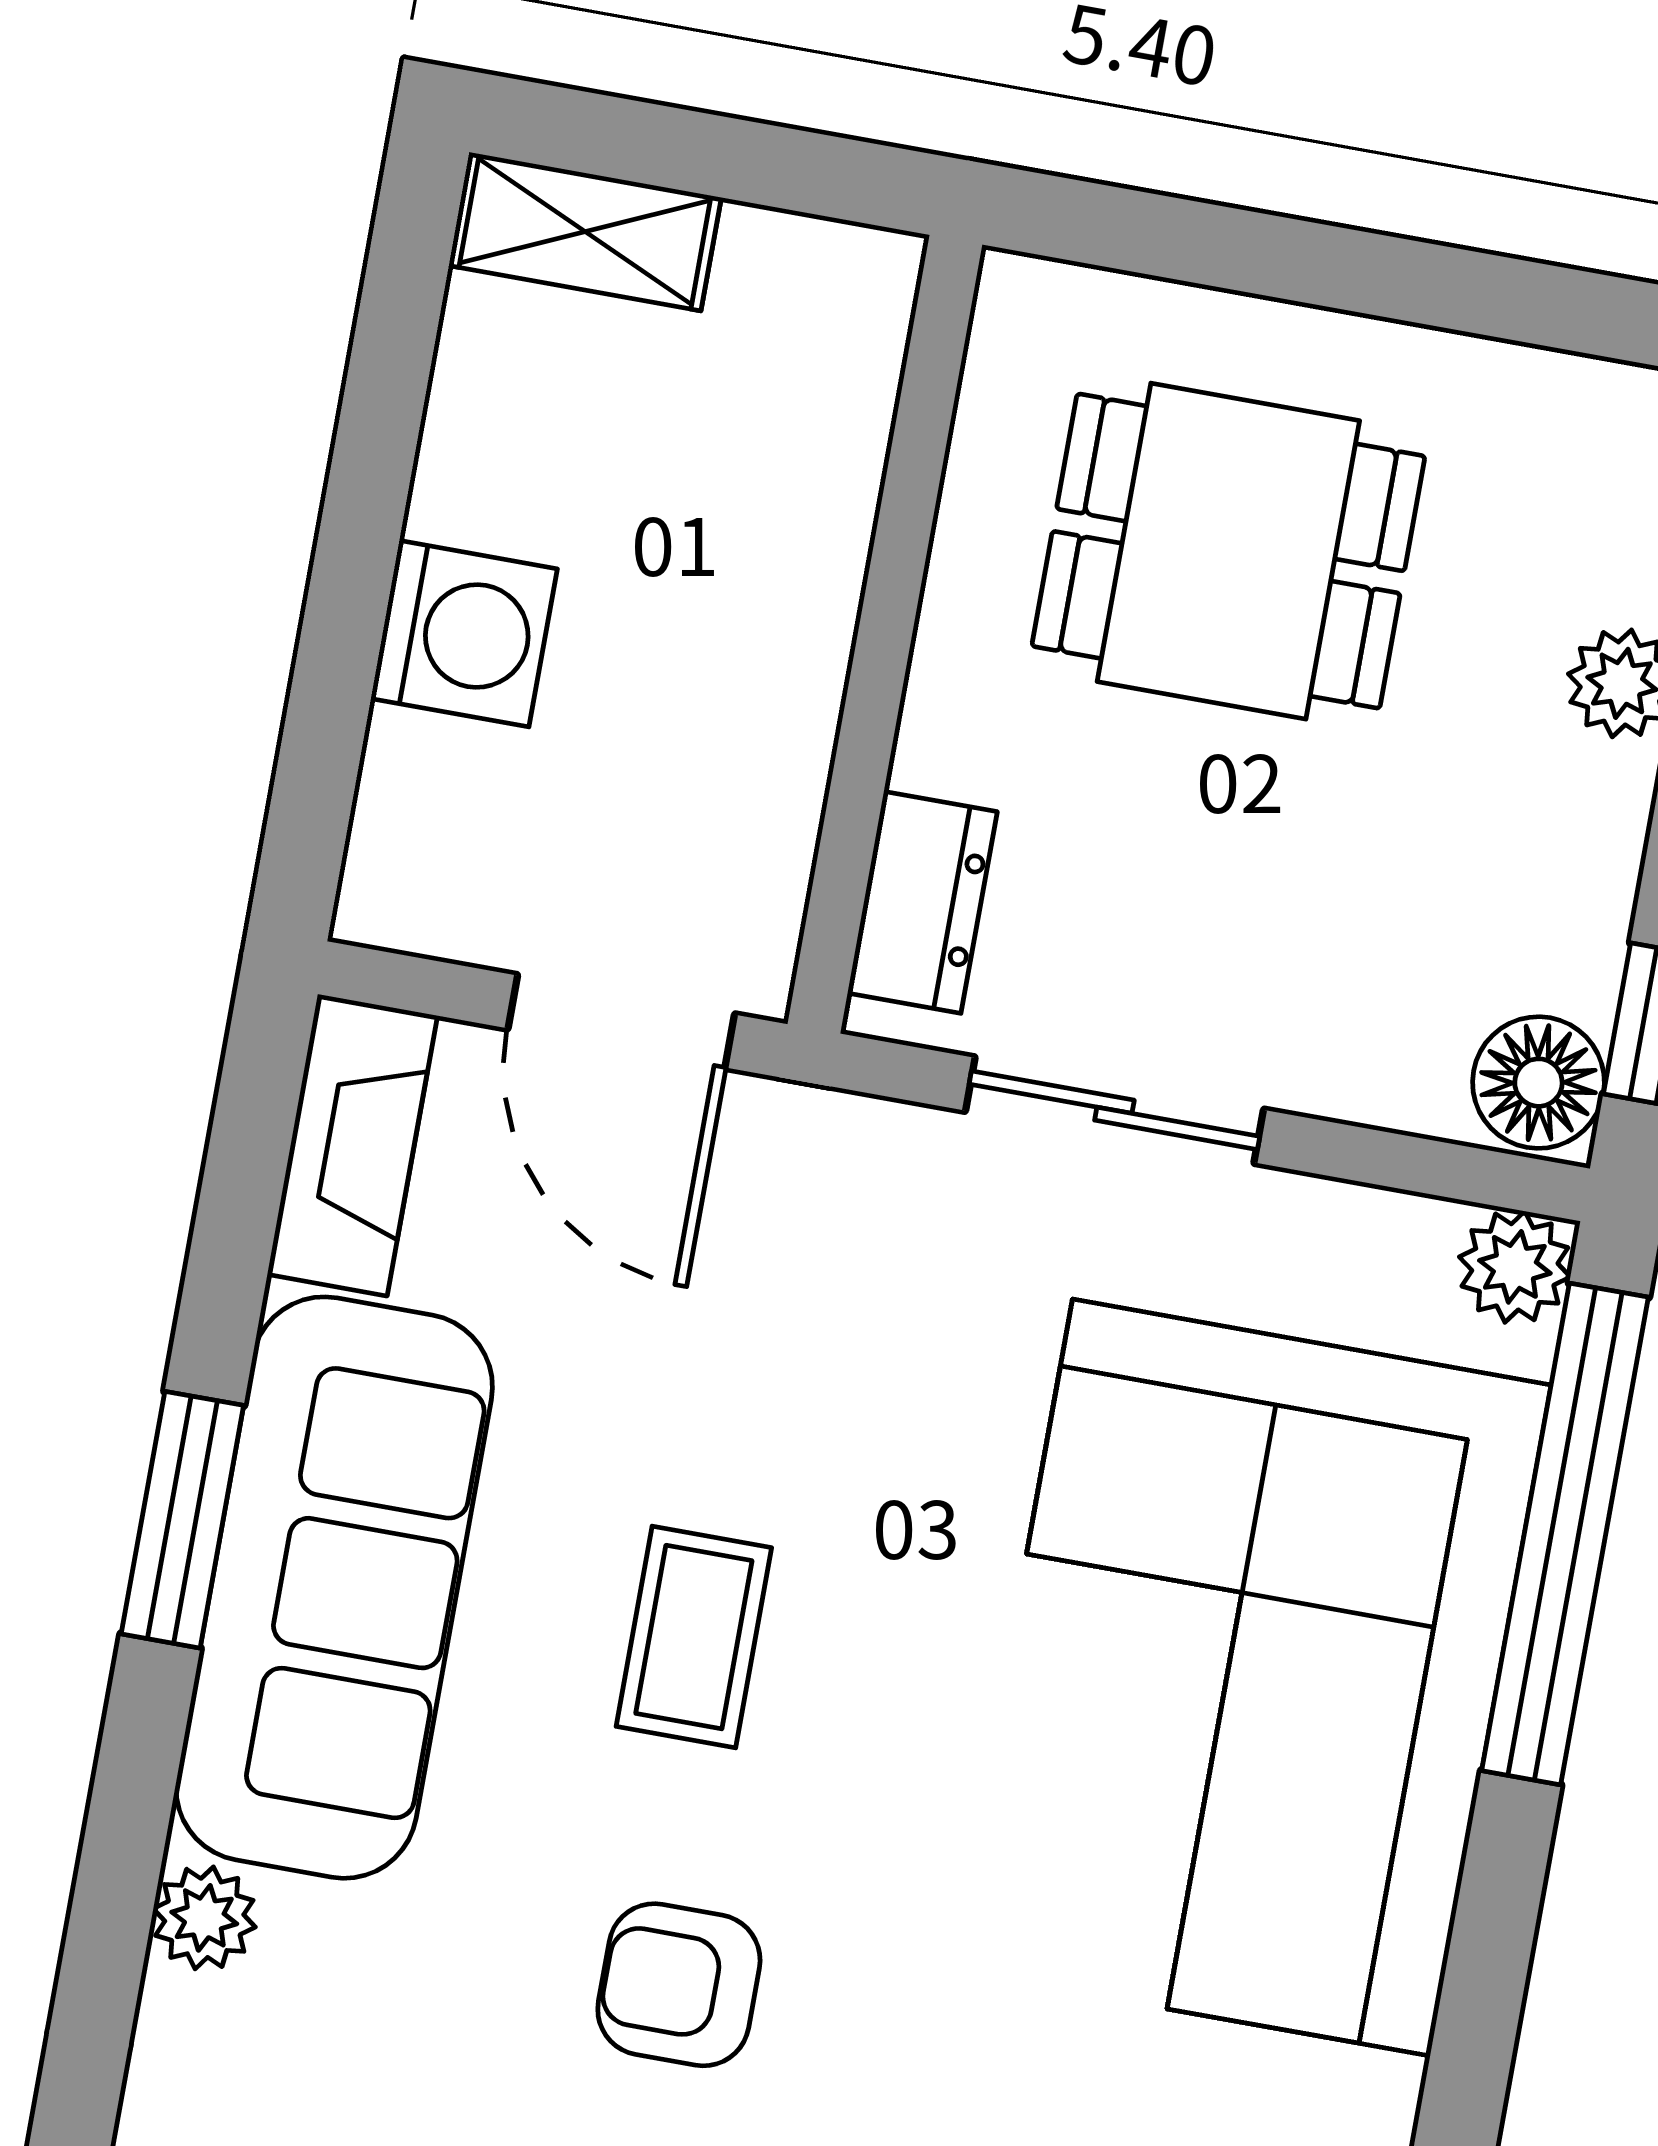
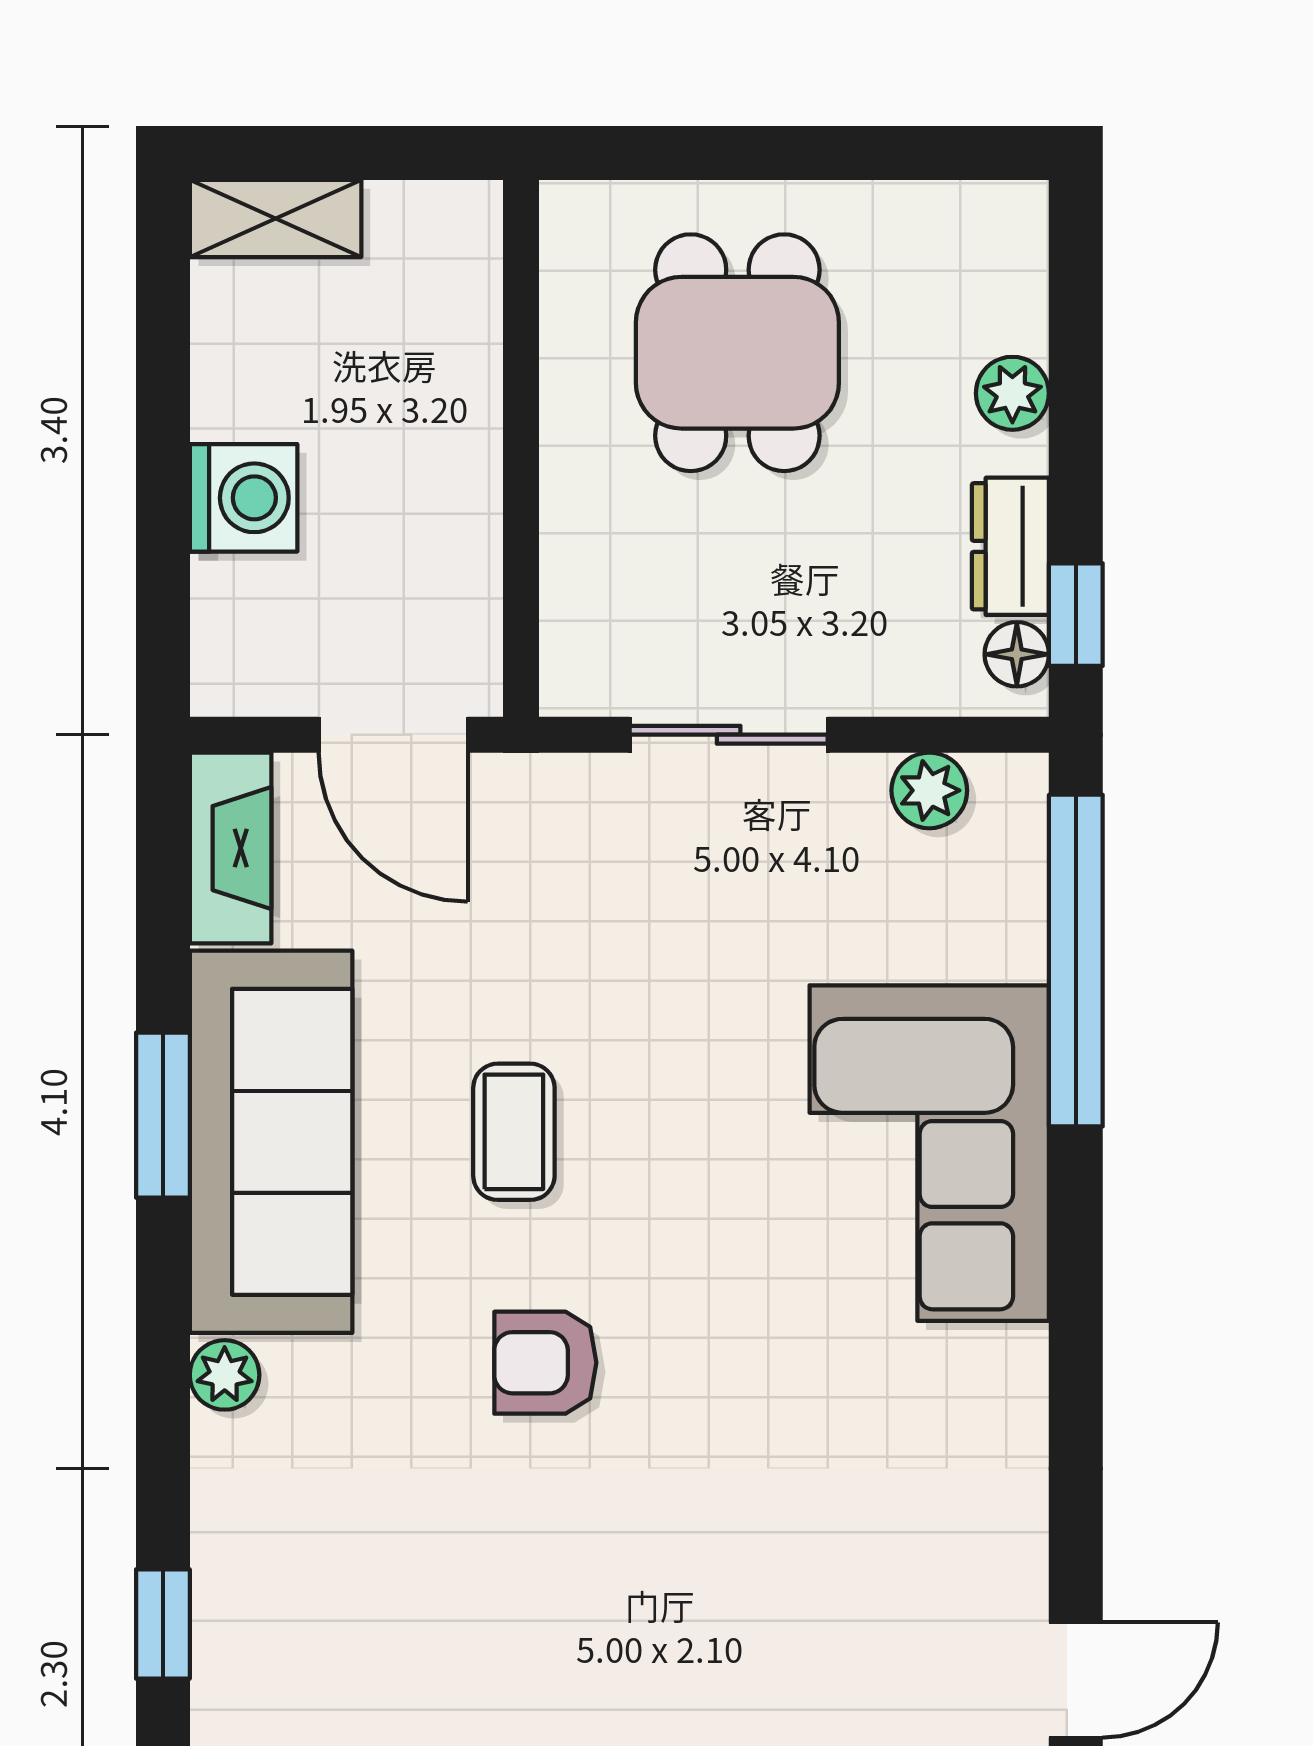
dining table: (1228, 551) -> (737, 353), turned 90
dresser: (922, 902) -> (1010, 546), moved, turned 180
floor lamp: (1538, 1083) -> (1017, 654), width x0.73, depth x0.73
plant: (1515, 1267) -> (929, 790), moved
corner sofa: (1252, 1678) -> (929, 1153), width x0.73, depth x0.74

